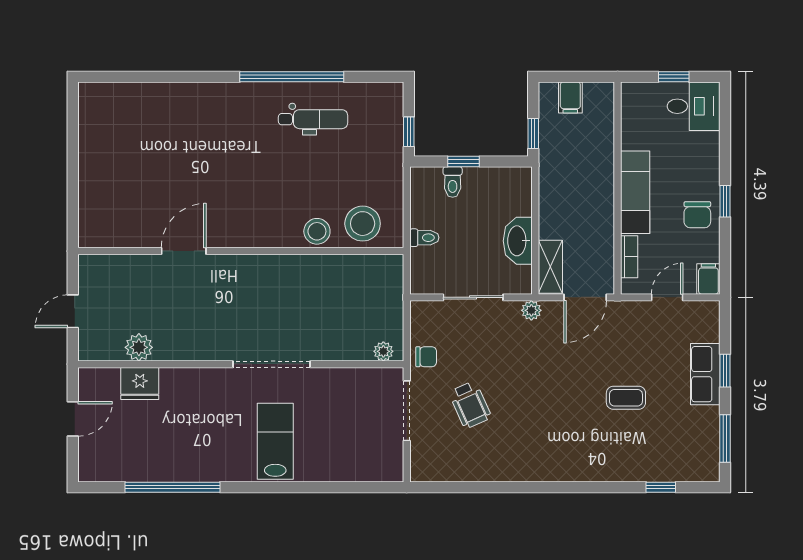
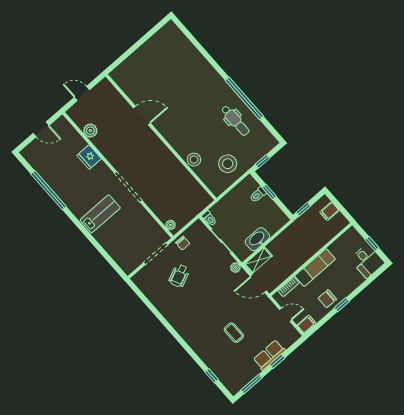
stool: (363, 224) -> (228, 164), moved
toilet: (424, 238) -> (209, 218), moved
fridge: (140, 383) -> (89, 157), moved

